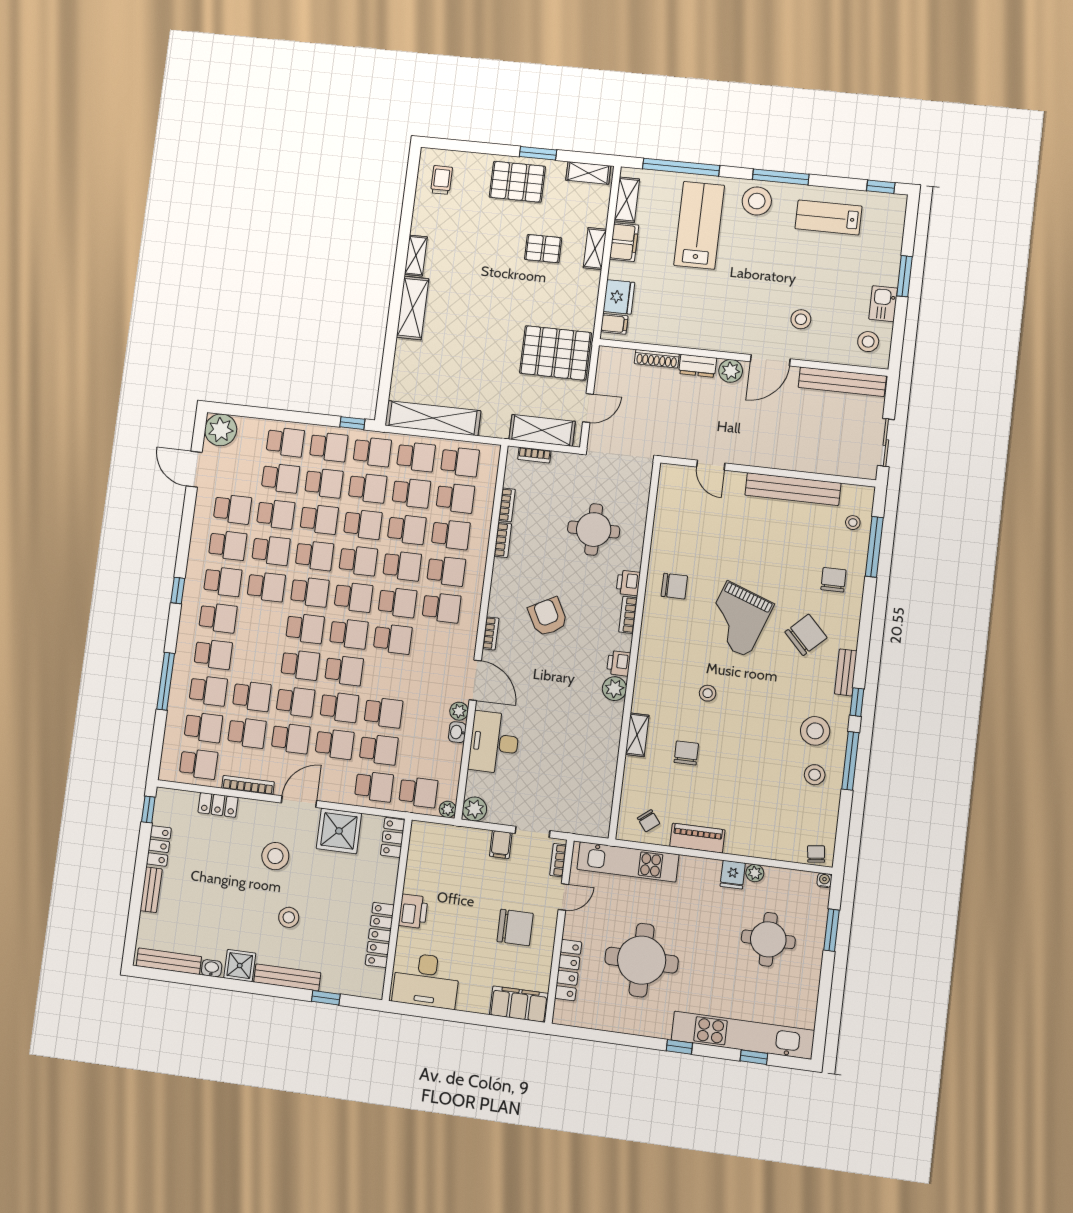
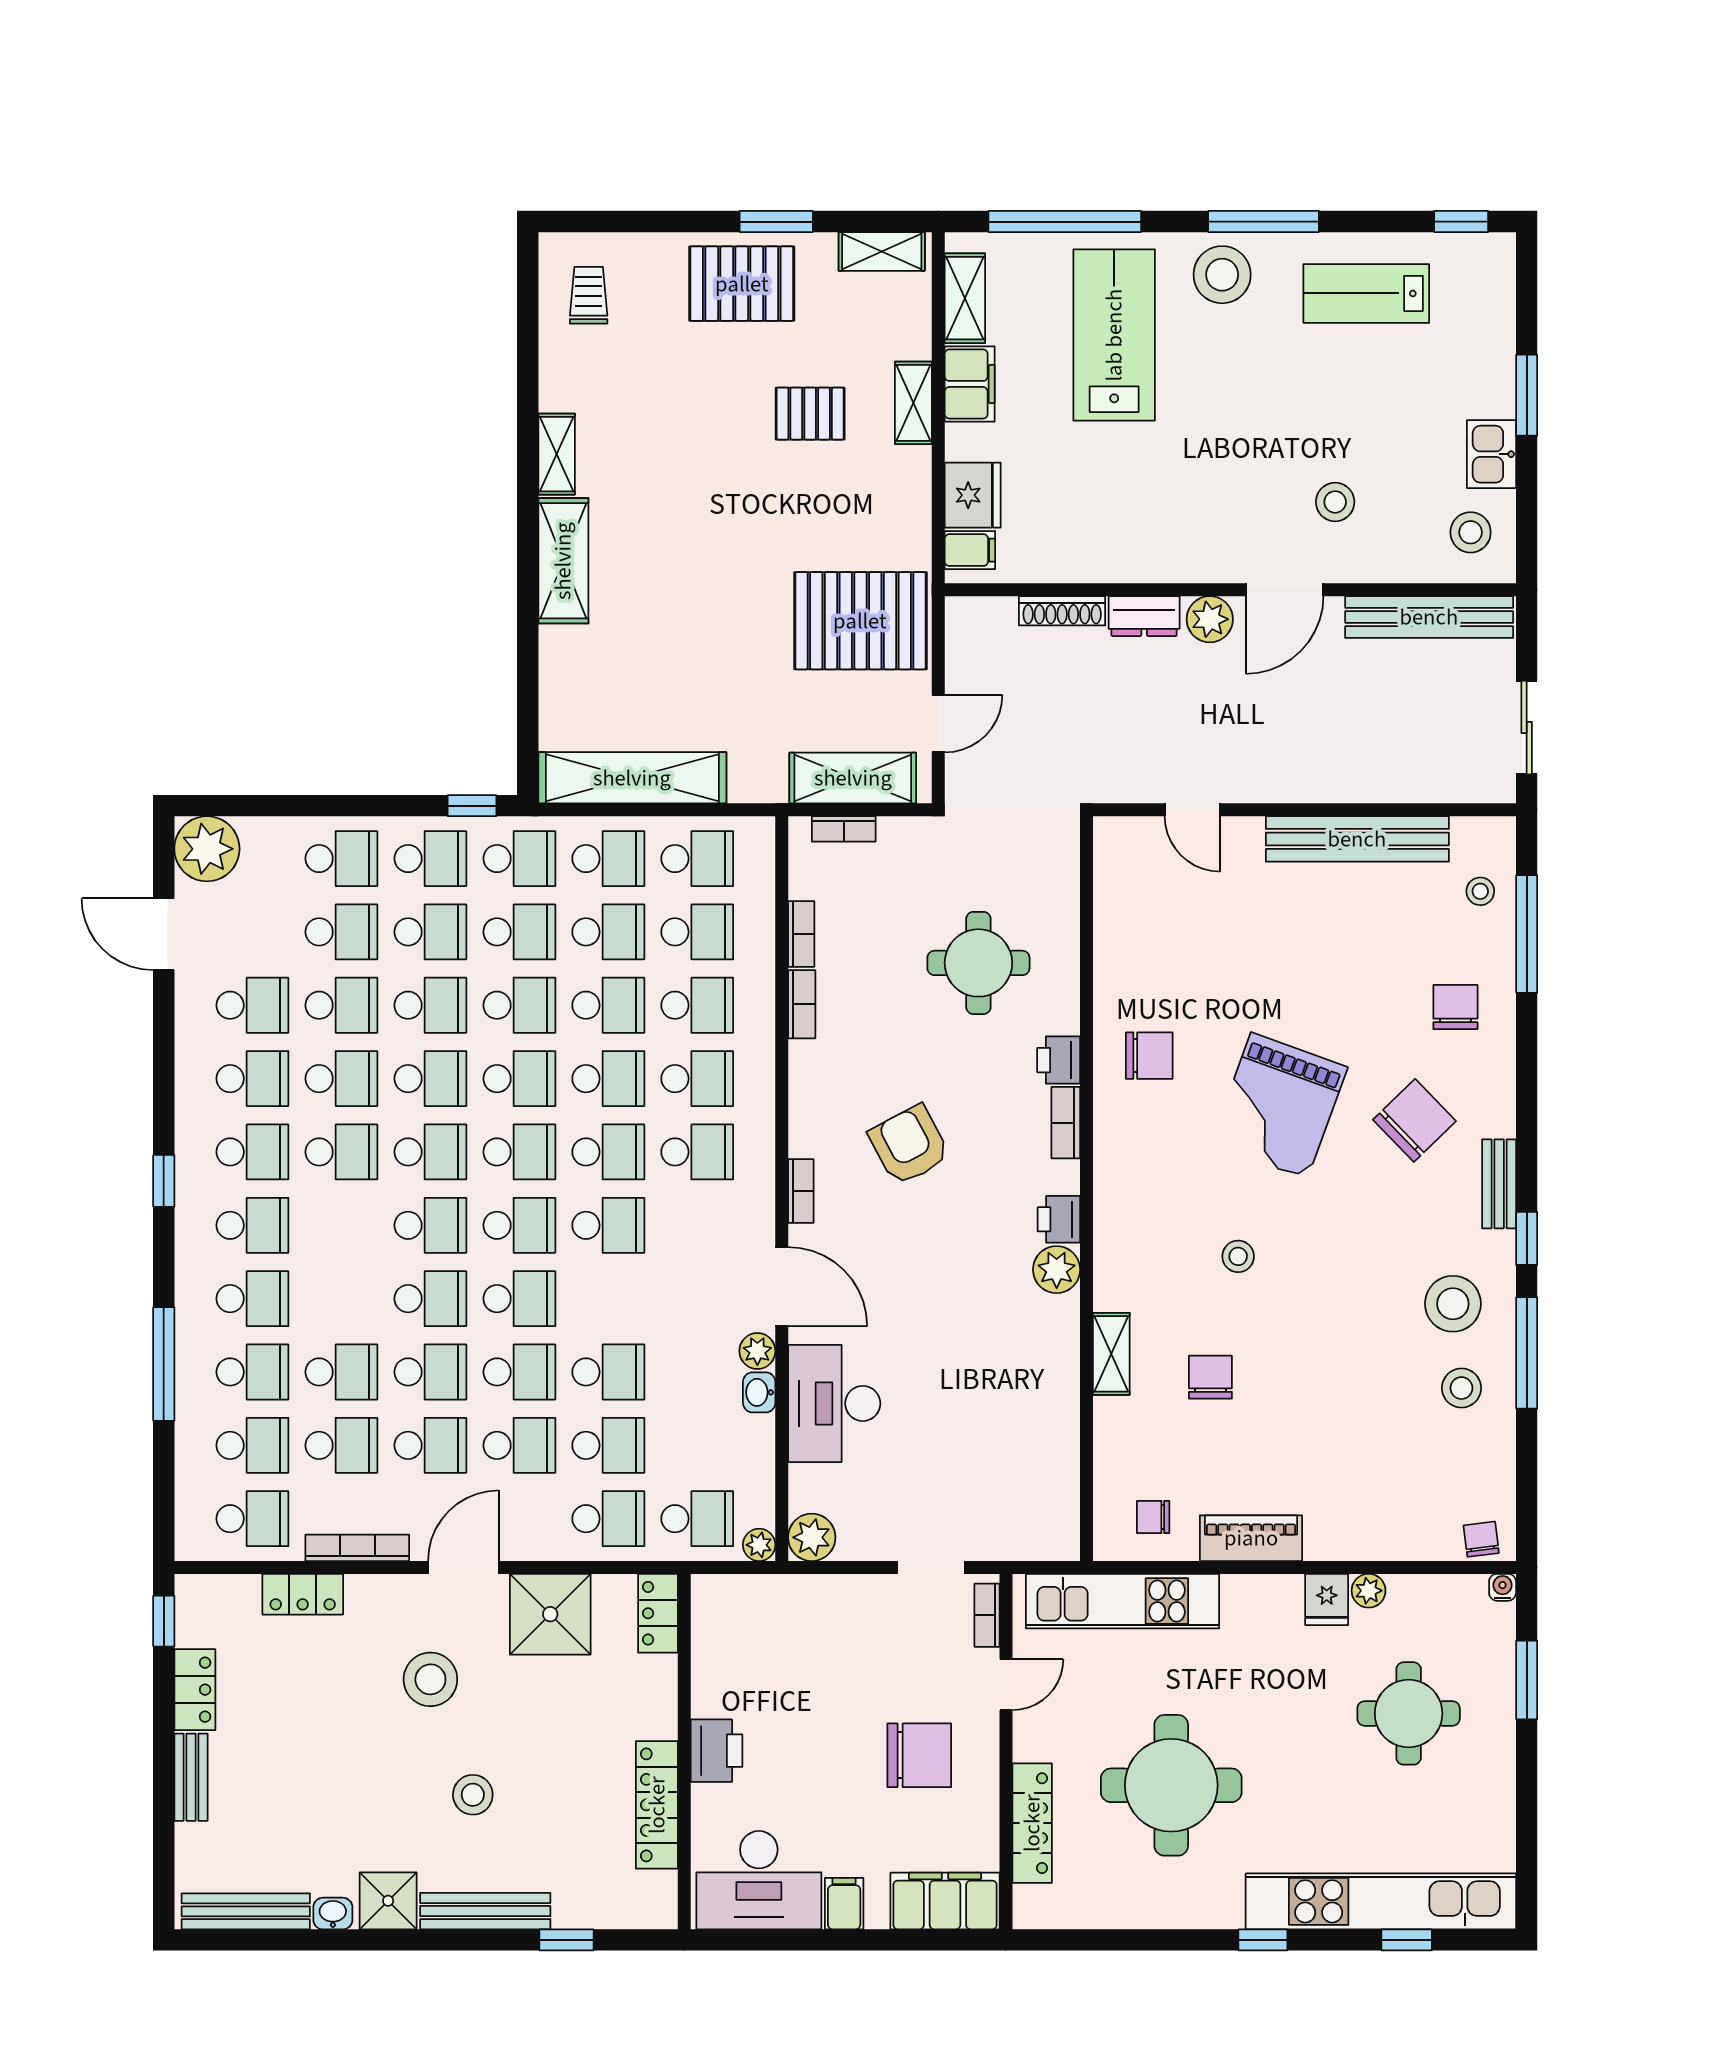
chair: (649, 821) -> (1153, 1517), turned 128
filing cabinet: (501, 844) -> (844, 1904), moved, turned 180

